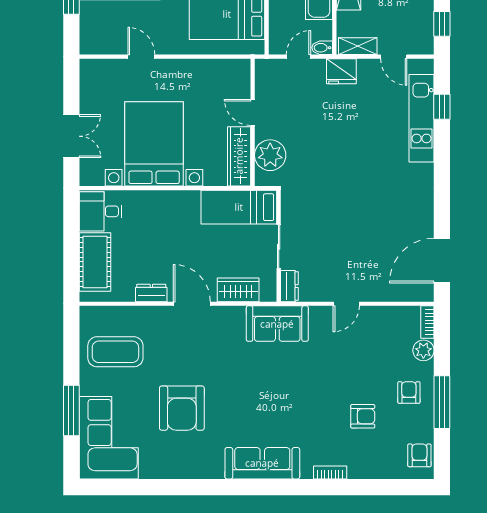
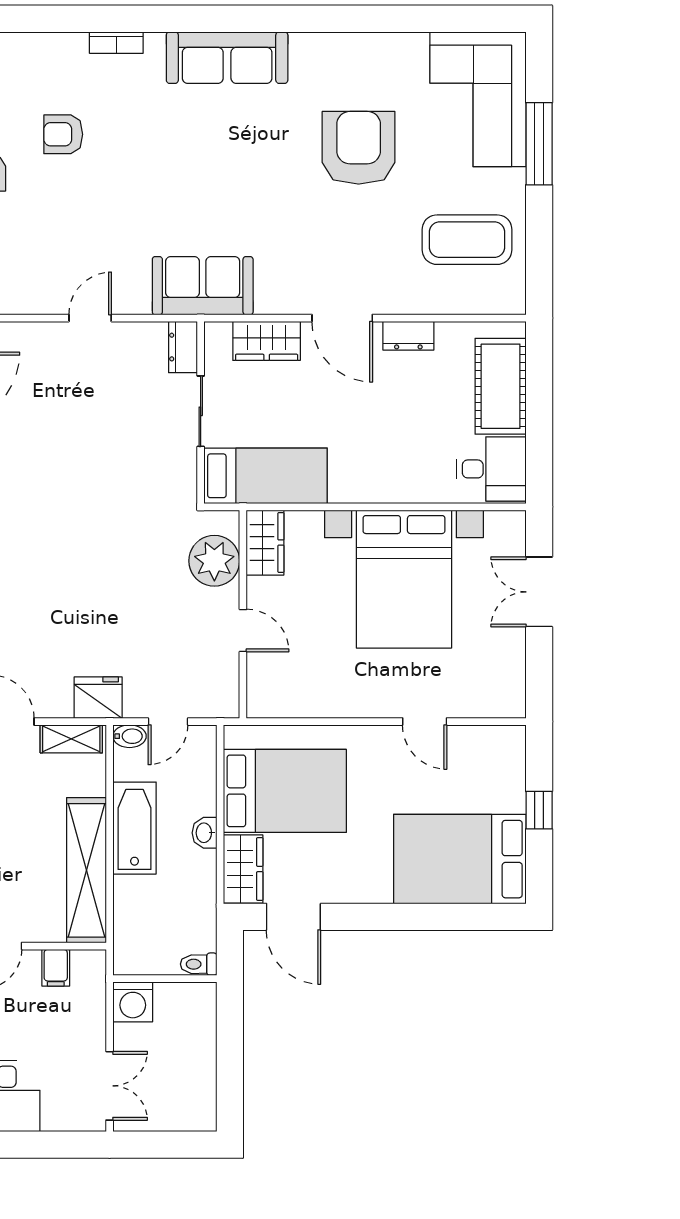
wardrobe: (239, 156) -> (265, 543), width x0.67

